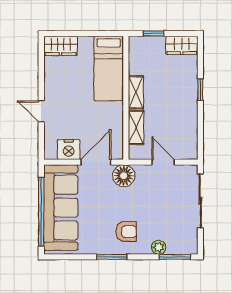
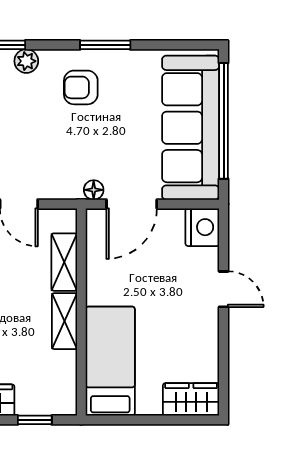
nightstand: (69, 150) -> (202, 227), moved, turned 90
floor lamp: (124, 176) -> (94, 190), width x0.53, depth x0.53

